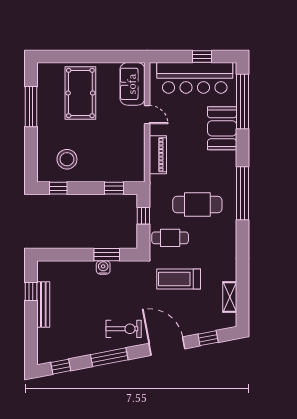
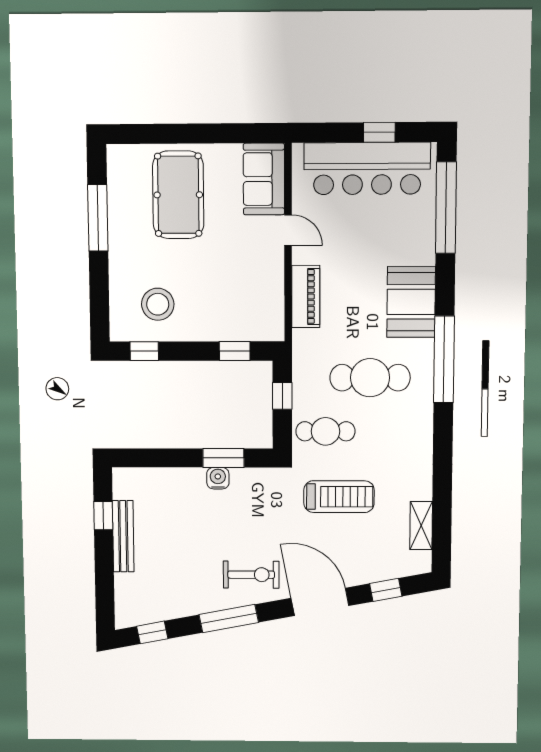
booth: (222, 128) -> (411, 302), moved
treadmill: (179, 279) -> (339, 497), turned 180

